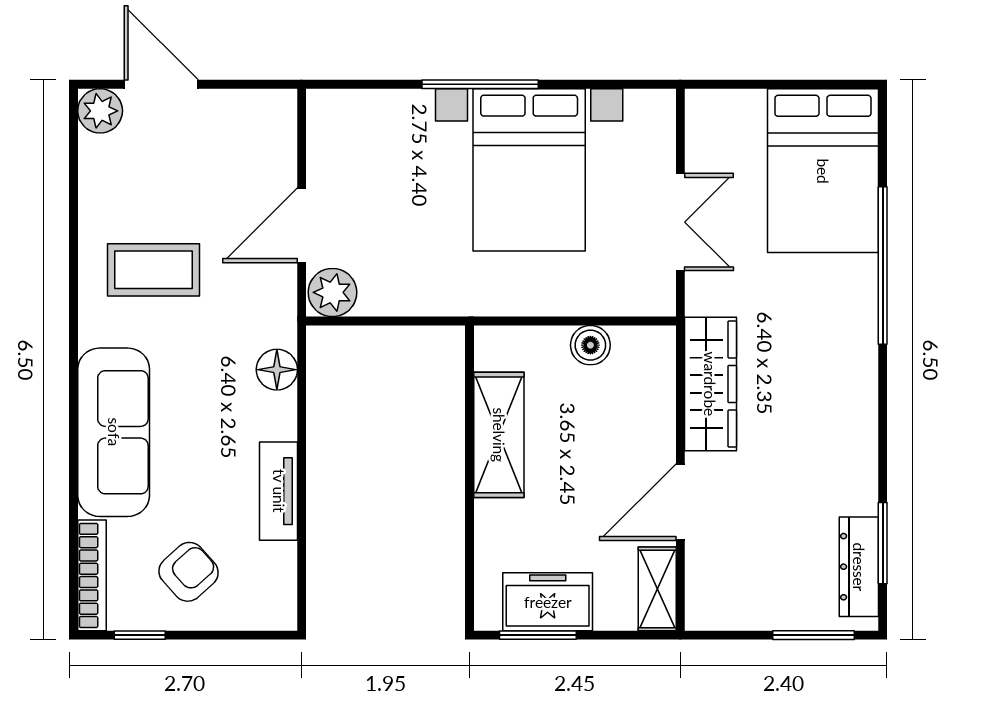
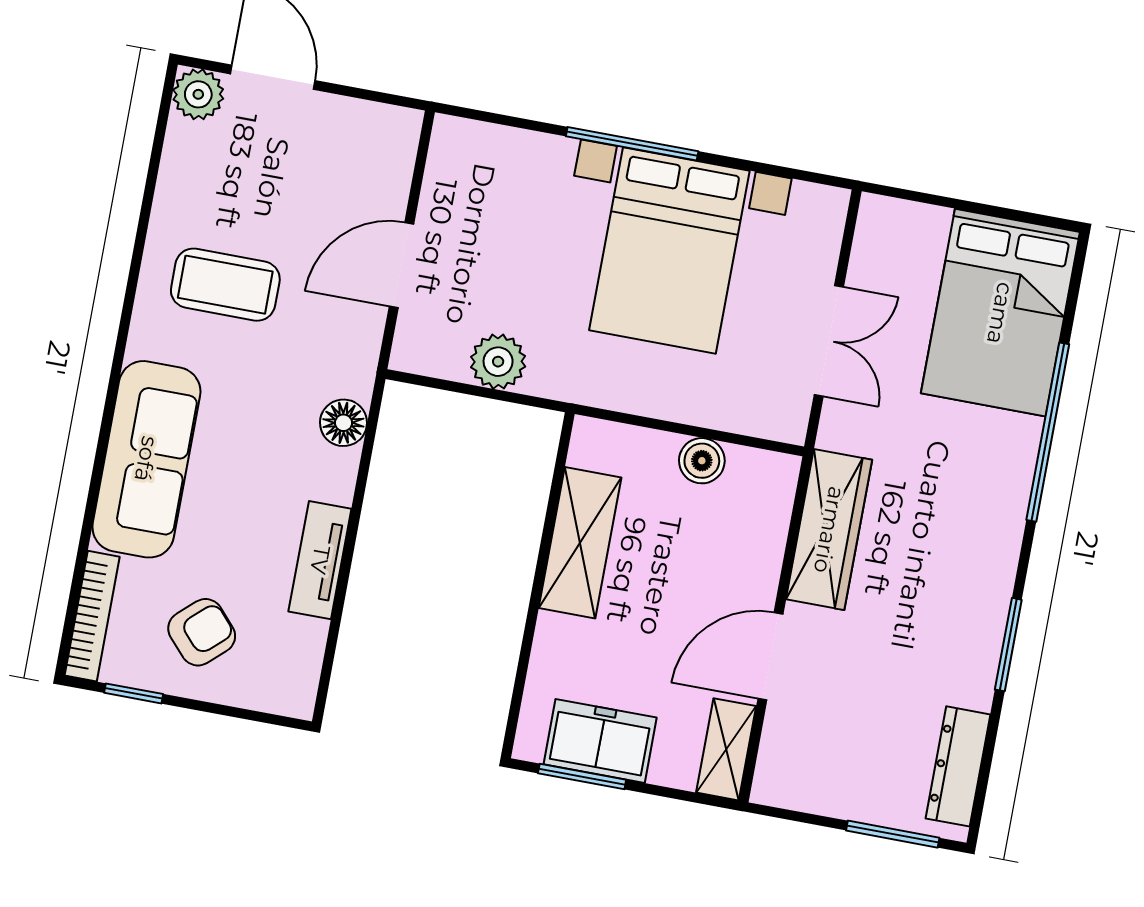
plant: (332, 292) -> (498, 362), moved
window: (883, 543) -> (1008, 645), moved

